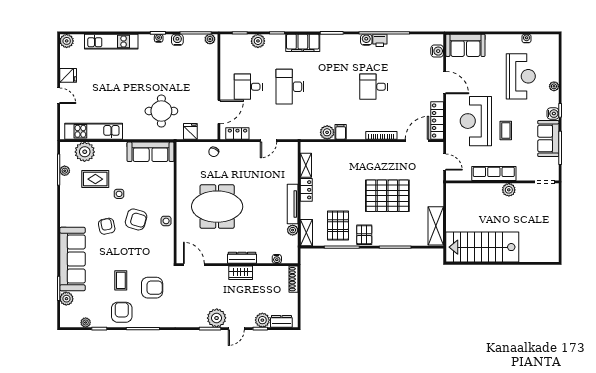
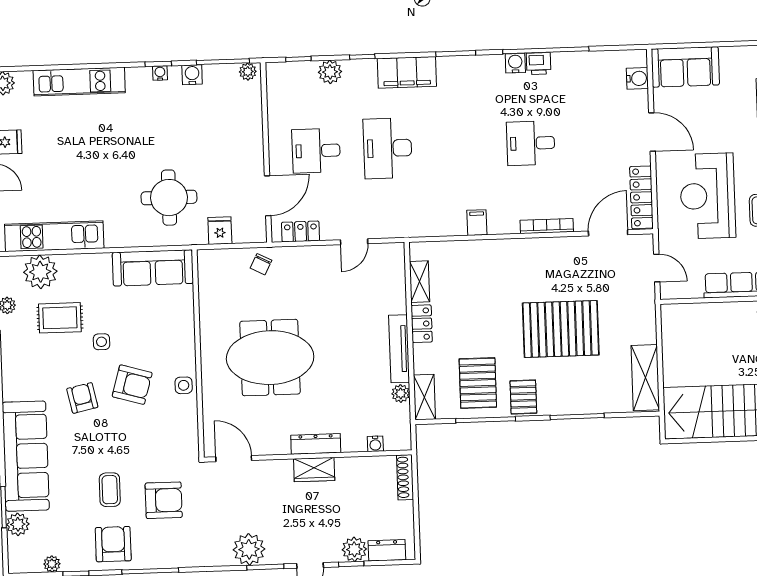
plant: (327, 132) -> (454, 224), removed
plant: (217, 318) -> (249, 549), moved

